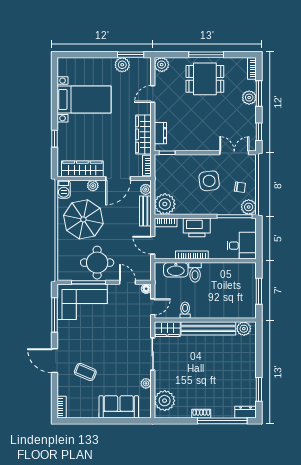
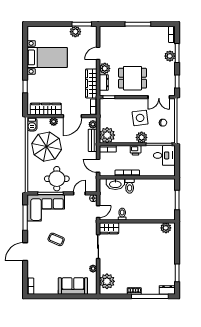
plant: (162, 65) -> (105, 68), moved
dining table: (205, 79) -> (132, 78), moved
double door: (234, 153) -> (159, 97), swing flipped
plant: (249, 207) -> (142, 137), moved
printer: (197, 227) -> (136, 150), width x0.53, depth x0.68
desk: (242, 246) -> (164, 155), moved
door: (128, 282) -> (79, 193), hinge flipped
bench: (208, 328) -> (140, 228), removed
door: (54, 361) -> (25, 252), hinge flipped
coffee table: (85, 372) -> (56, 239), moved

